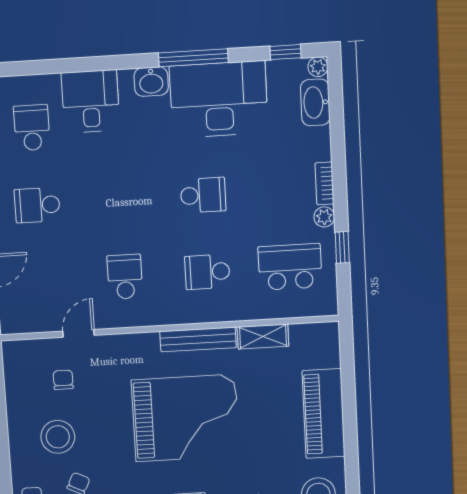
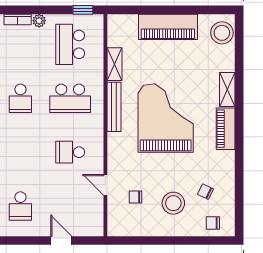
school desk: (203, 195) -> (20, 98), turned 180
window: (342, 247) -> (83, 10), moved
school desk: (207, 272) -> (70, 98), width x1.85

